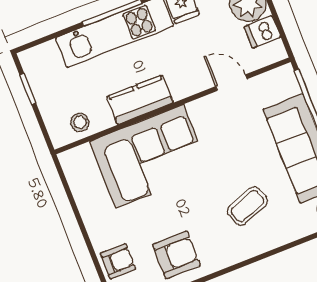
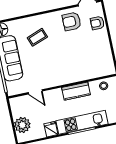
dishwasher: (262, 32) -> (18, 111), removed
corner sofa: (149, 156) -> (76, 66), removed

